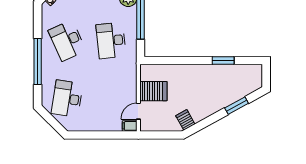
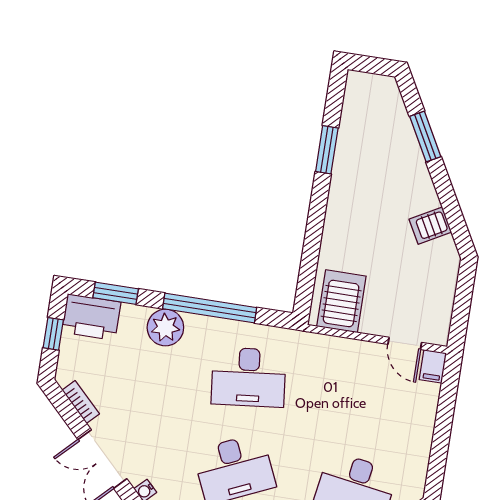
server rack: (153, 91) -> (341, 301), moved
server rack: (185, 120) -> (430, 226), moved

